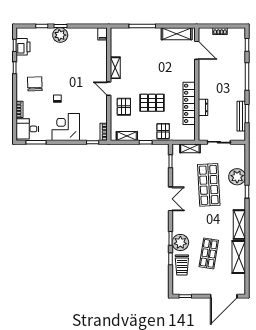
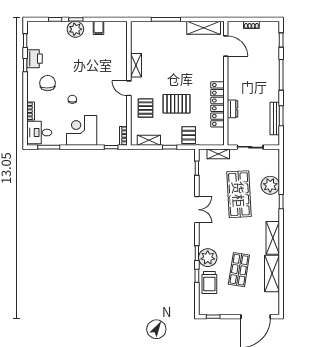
filing cabinet: (103, 34) -> (99, 28), moved
printer: (23, 47) -> (35, 59), moved

